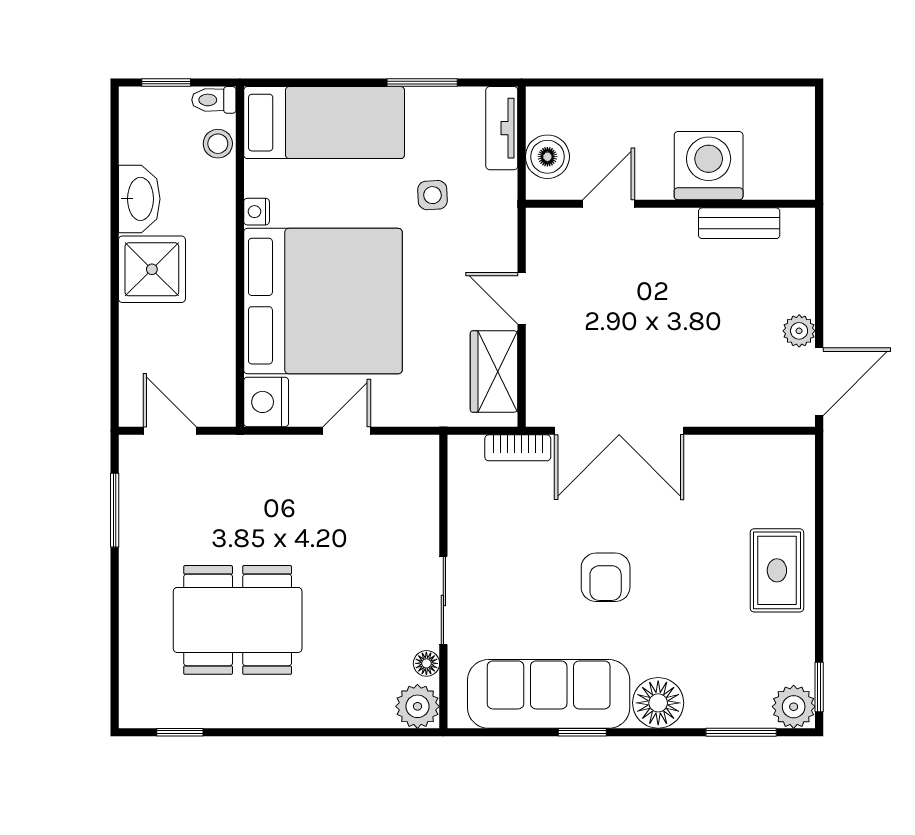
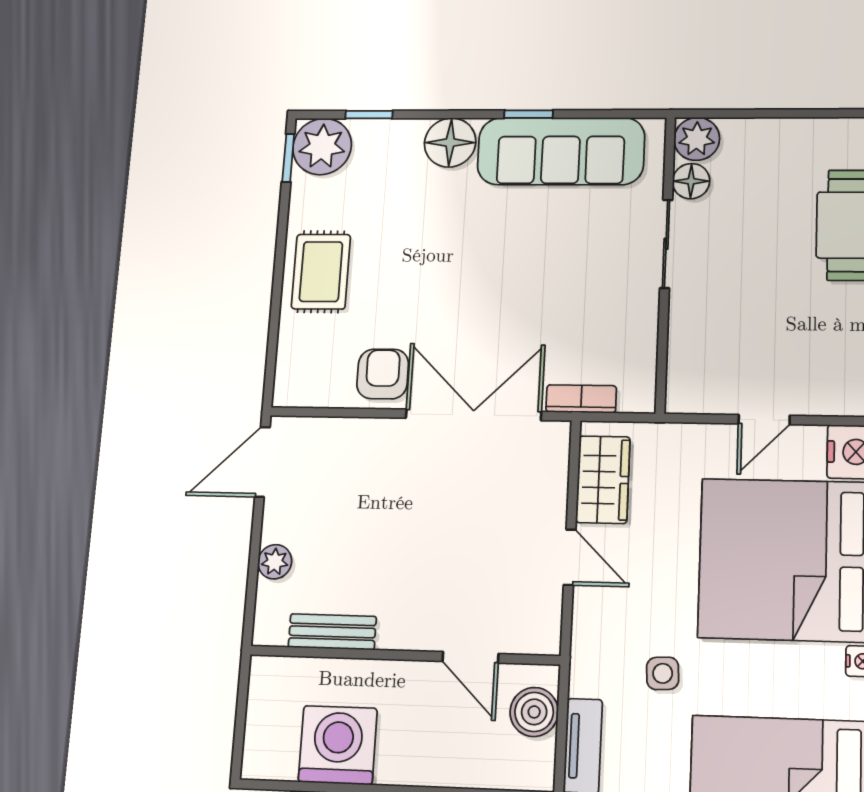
washing machine: (709, 166) -> (338, 745), moved, turned 180
door: (609, 204) -> (470, 657), hinge flipped
plant: (799, 331) -> (275, 562), moved
armchair: (606, 577) -> (383, 374), moved
floor lamp: (426, 663) -> (691, 181), width x1.37, depth x1.37
plant: (794, 707) -> (322, 146), width x1.36, depth x1.36
window: (741, 732) -> (369, 115), width x0.67

